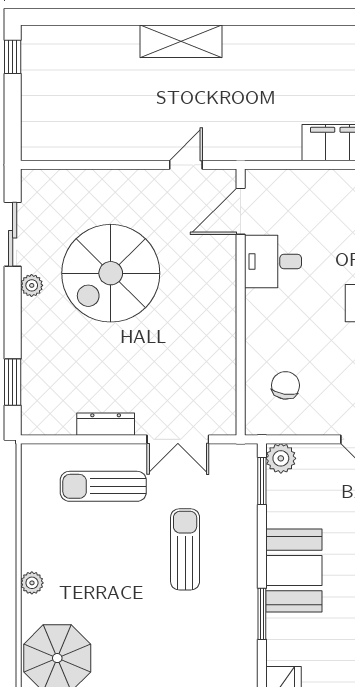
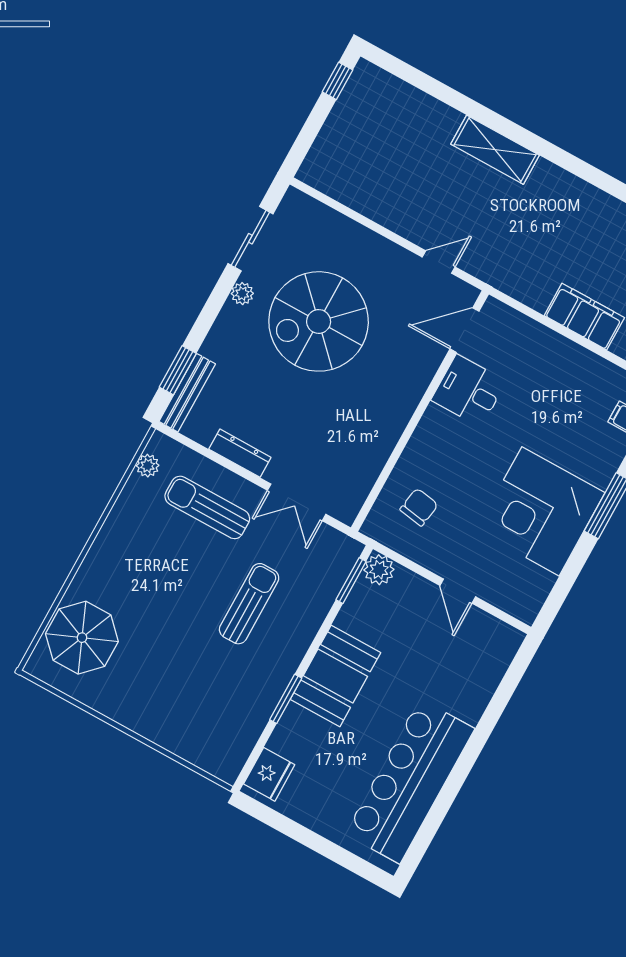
bench: (31, 397) -> (187, 393), added
plant: (32, 583) -> (148, 466), moved

